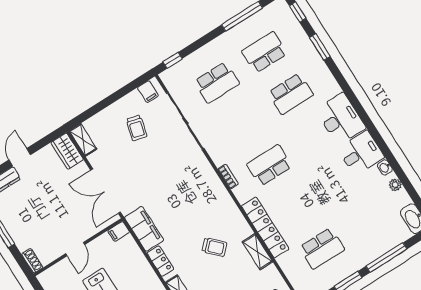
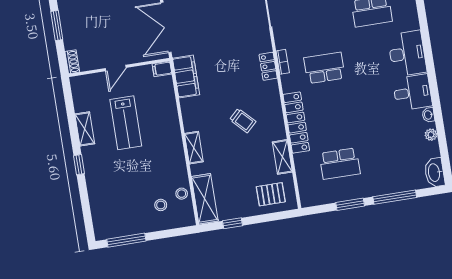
shelving: (257, 252) -> (282, 157), moved
locker: (160, 261) -> (268, 66), moved, turned 180

